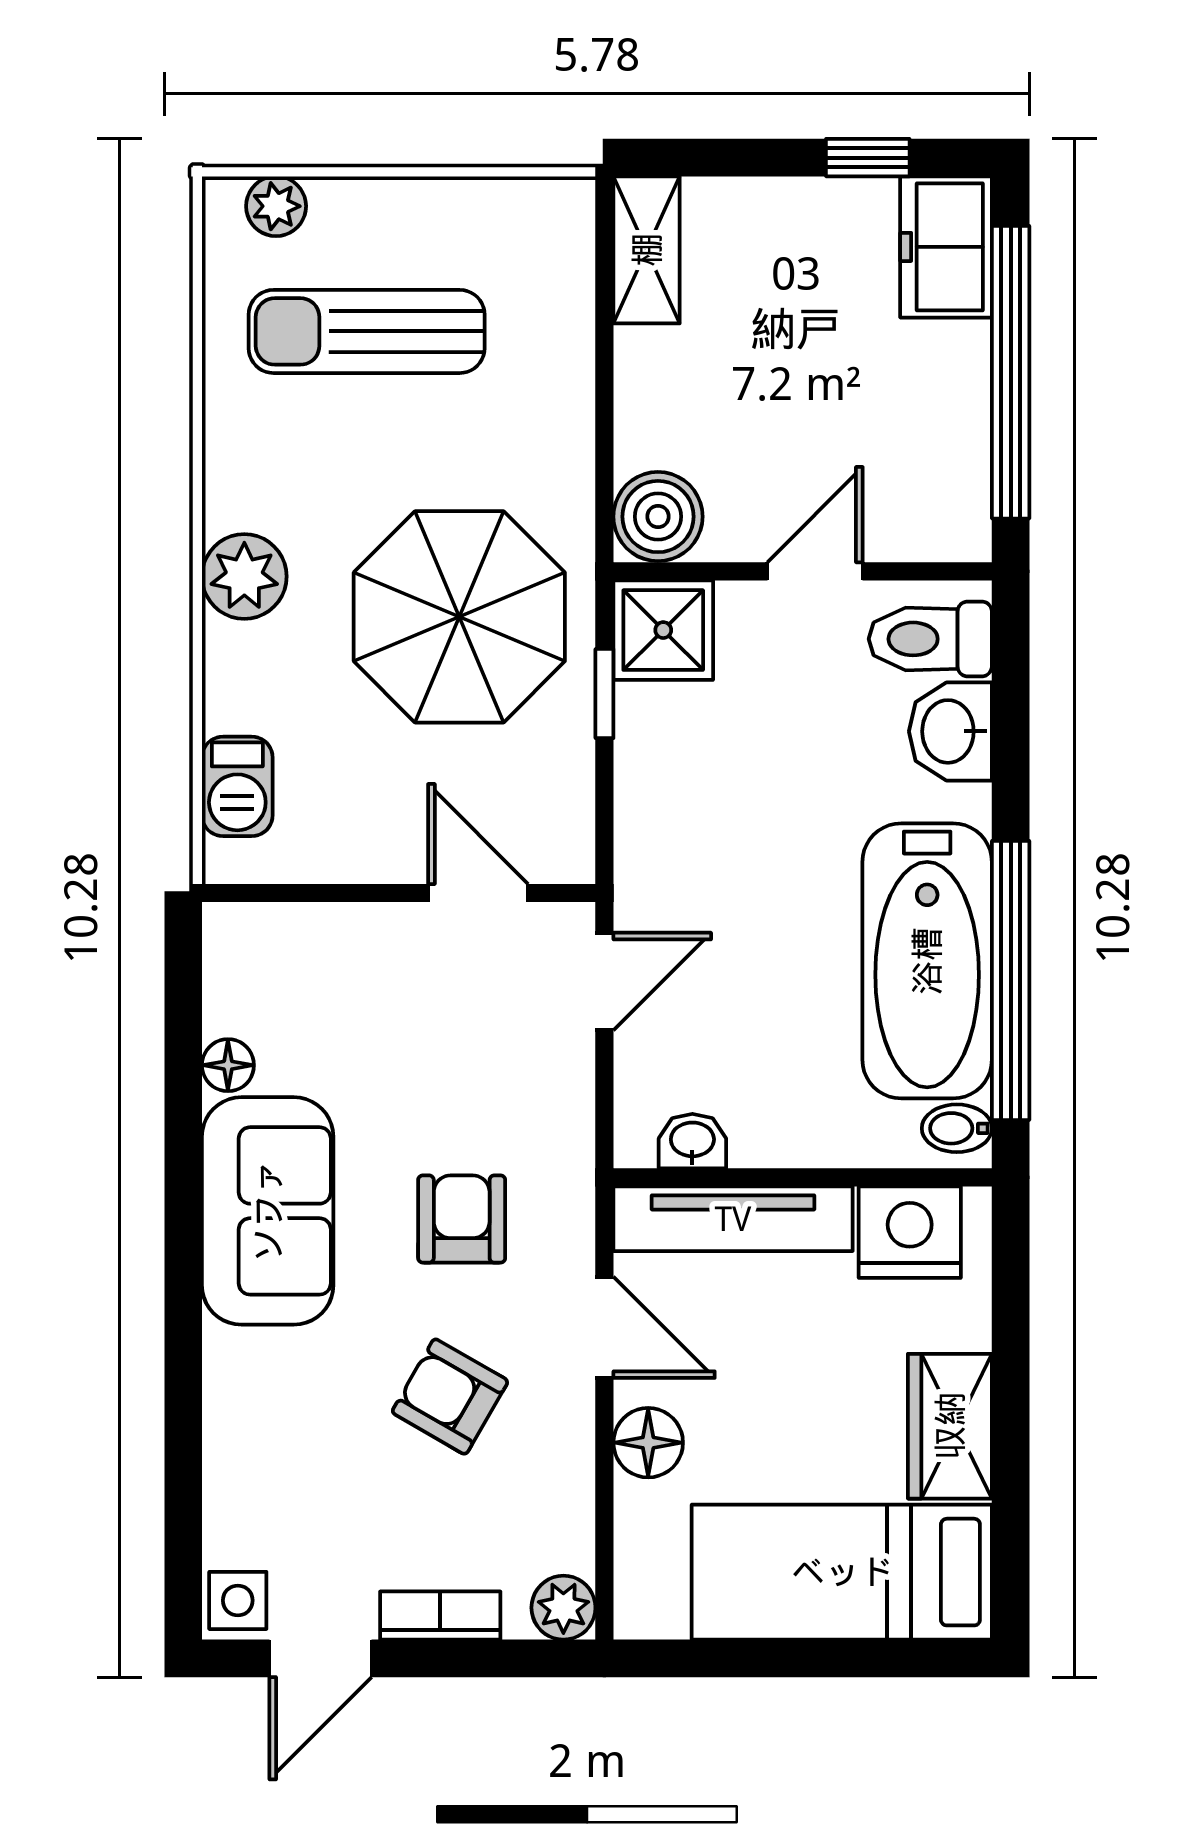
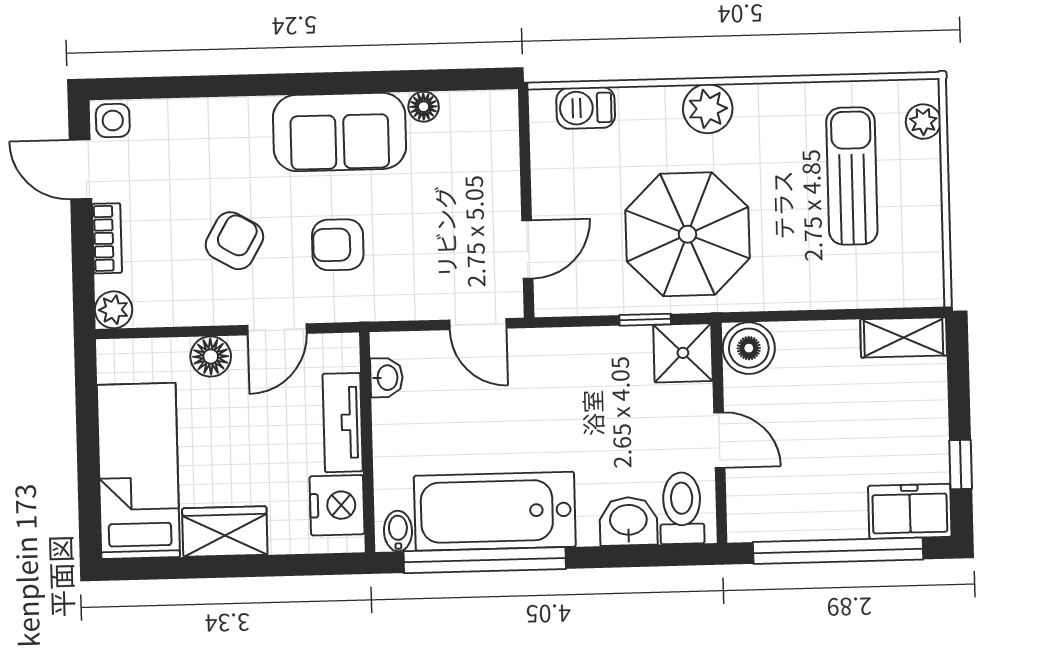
armchair: (462, 1219) -> (338, 245), turned 180
tv unit: (733, 1219) -> (343, 423), width x0.71

